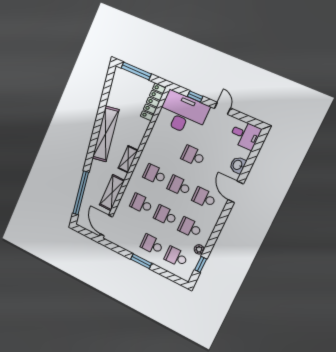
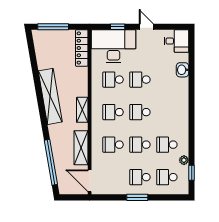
door: (236, 192) -> (192, 94), removed
school desk: (204, 198) -> (113, 80), moved

